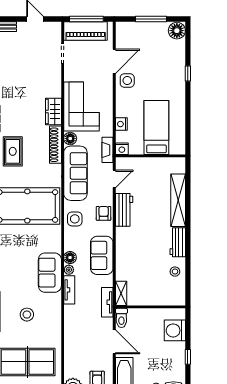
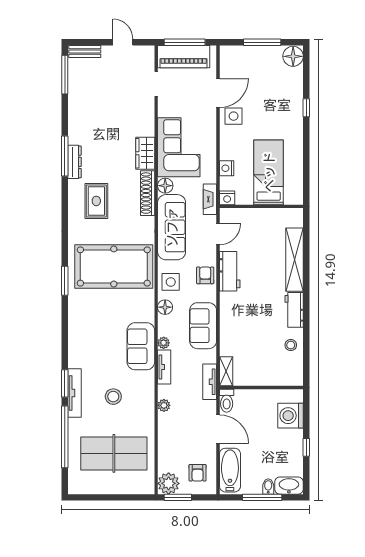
floor lamp: (70, 258) -> (165, 307), moved
plant: (69, 322) -> (164, 405), added

